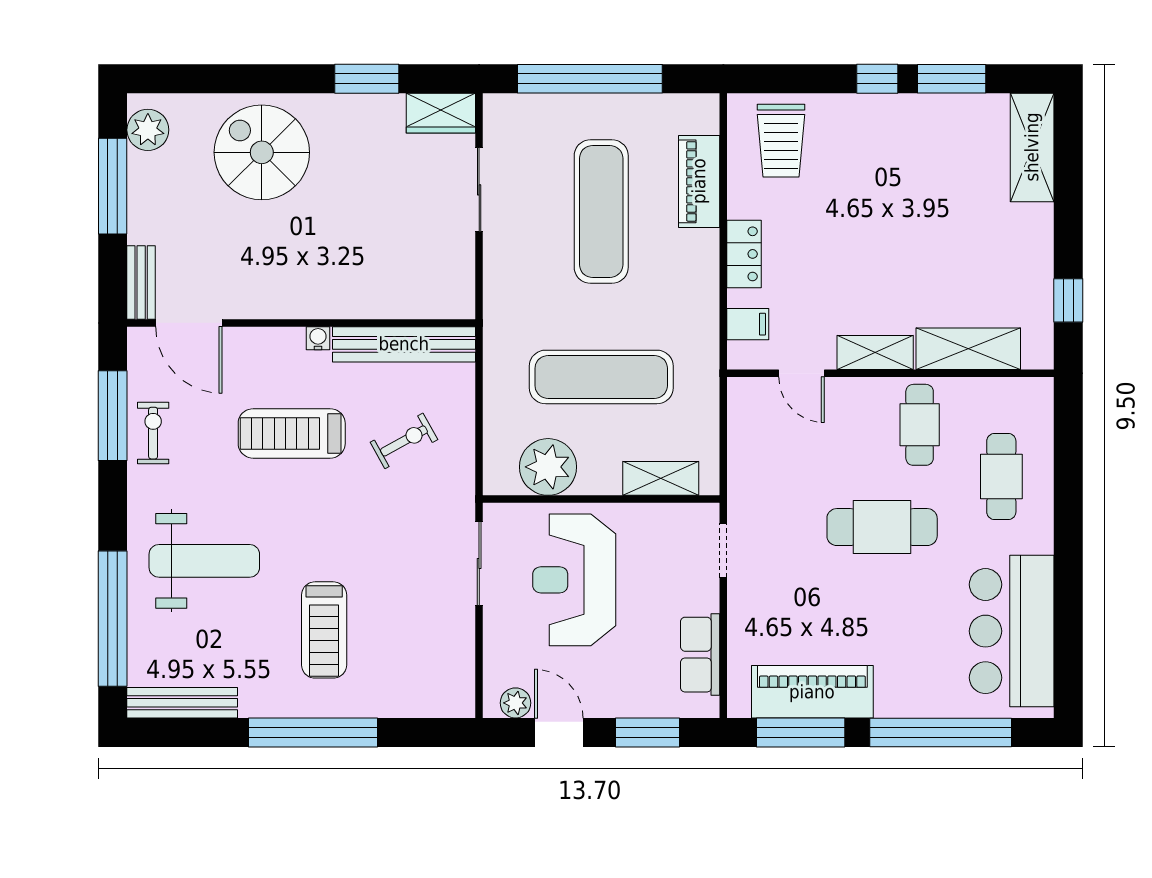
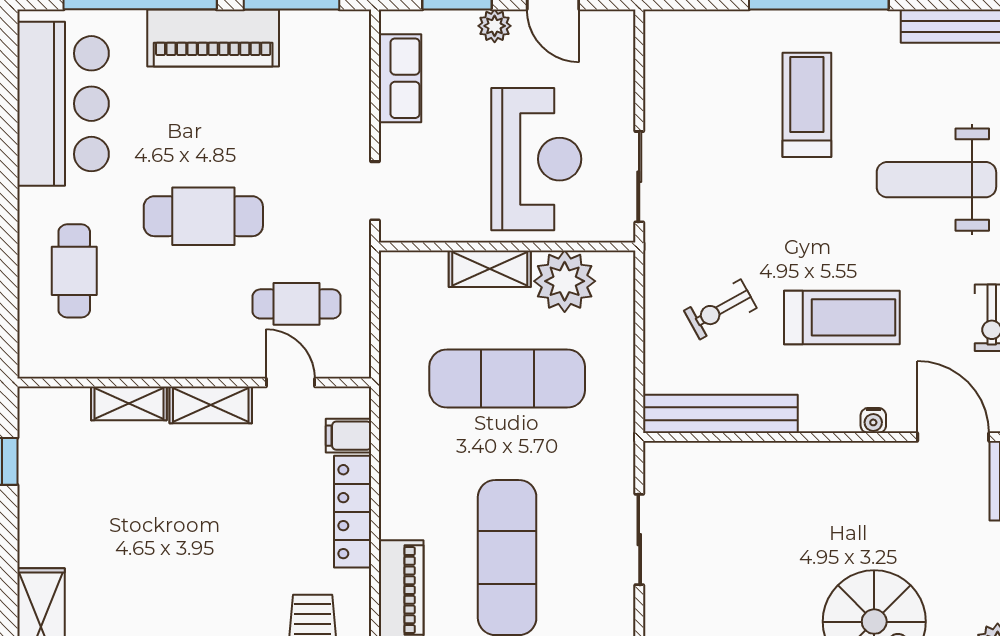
sliding door: (479, 190) -> (639, 540), moved
locker: (744, 254) -> (353, 512), width x1.53
water cooler: (318, 338) -> (873, 420), moved
shelving: (968, 349) -> (129, 403), width x0.67, depth x0.75
cafe table: (920, 425) -> (296, 304), moved, turned 90
shelving: (661, 478) -> (490, 269), moved
piano: (812, 692) -> (213, 38), moved
plant: (516, 703) -> (495, 26), moved

